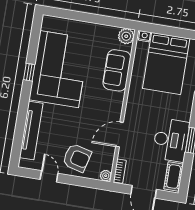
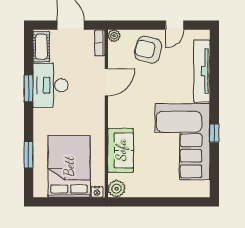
door: (49, 176) -> (175, 25), hinge flipped

